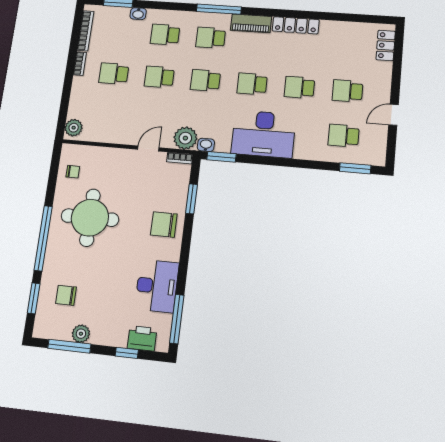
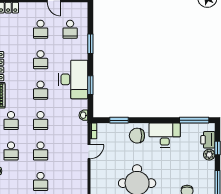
plant: (185, 138) -> (80, 129), removed
door: (148, 148) -> (89, 152), swing flipped
window: (221, 157) -> (90, 85), moved
window: (355, 168) -> (90, 44), moved
chair: (164, 225) -> (137, 136), turned 90
desk: (157, 286) -> (165, 135), moved
plant: (81, 334) -> (209, 155), moved

